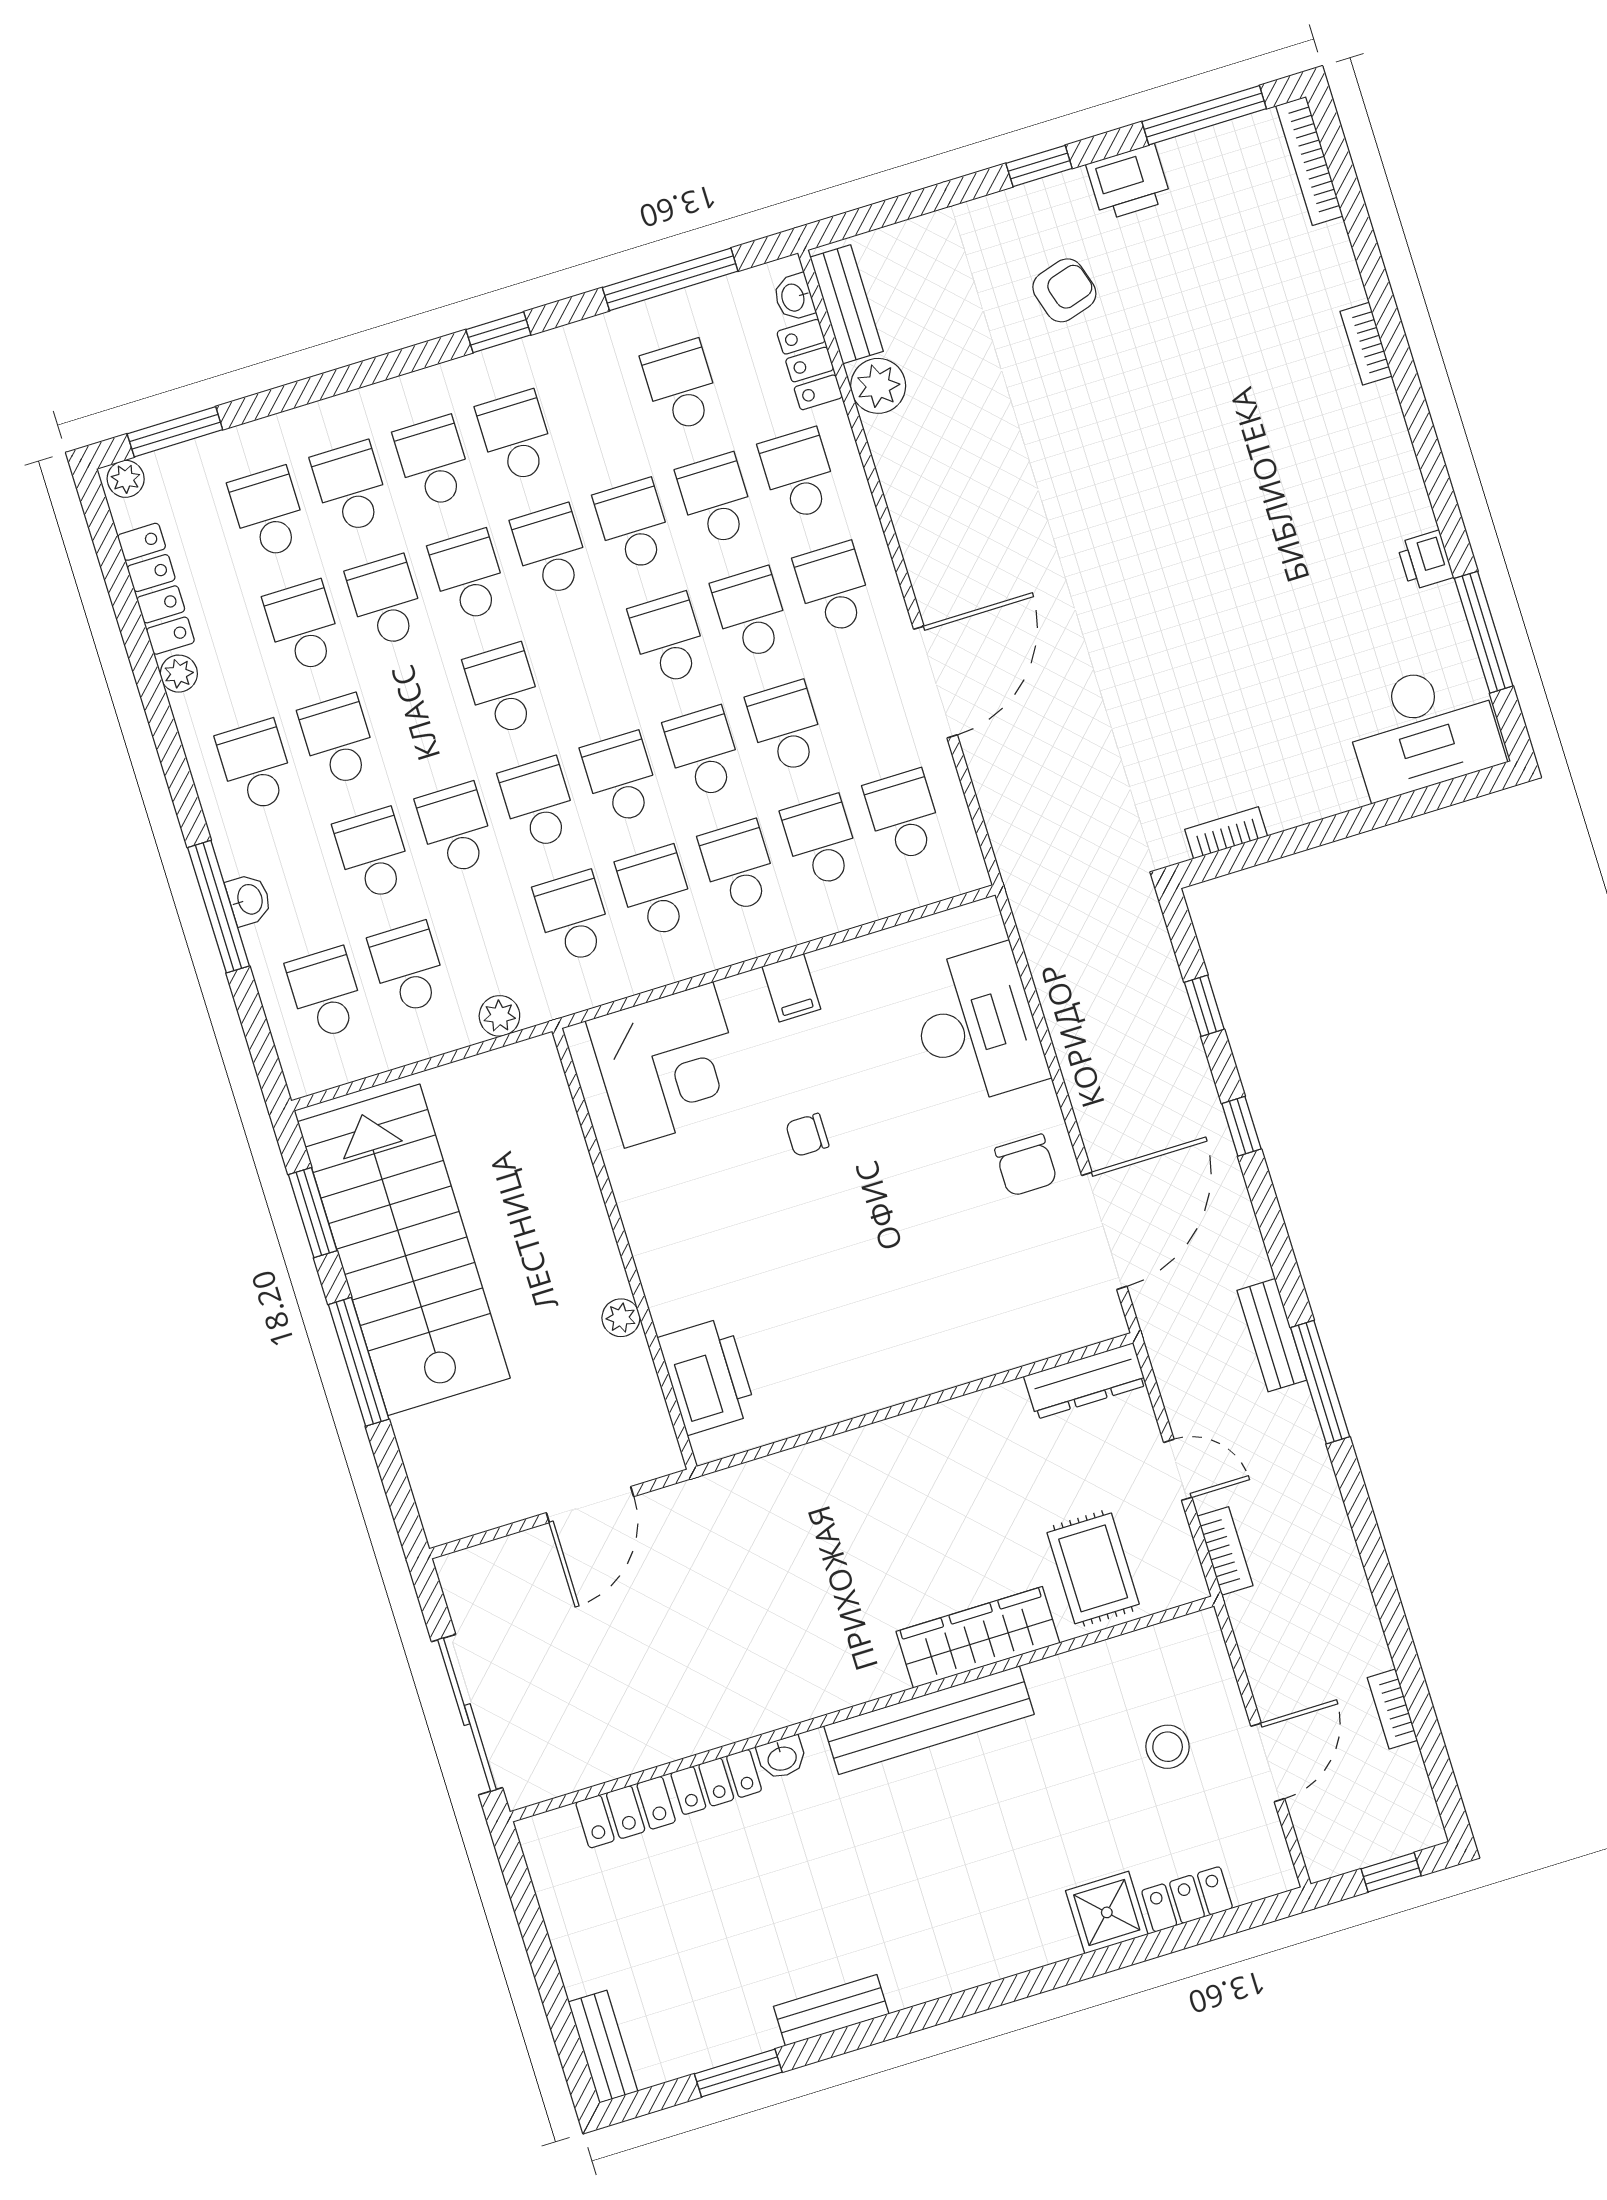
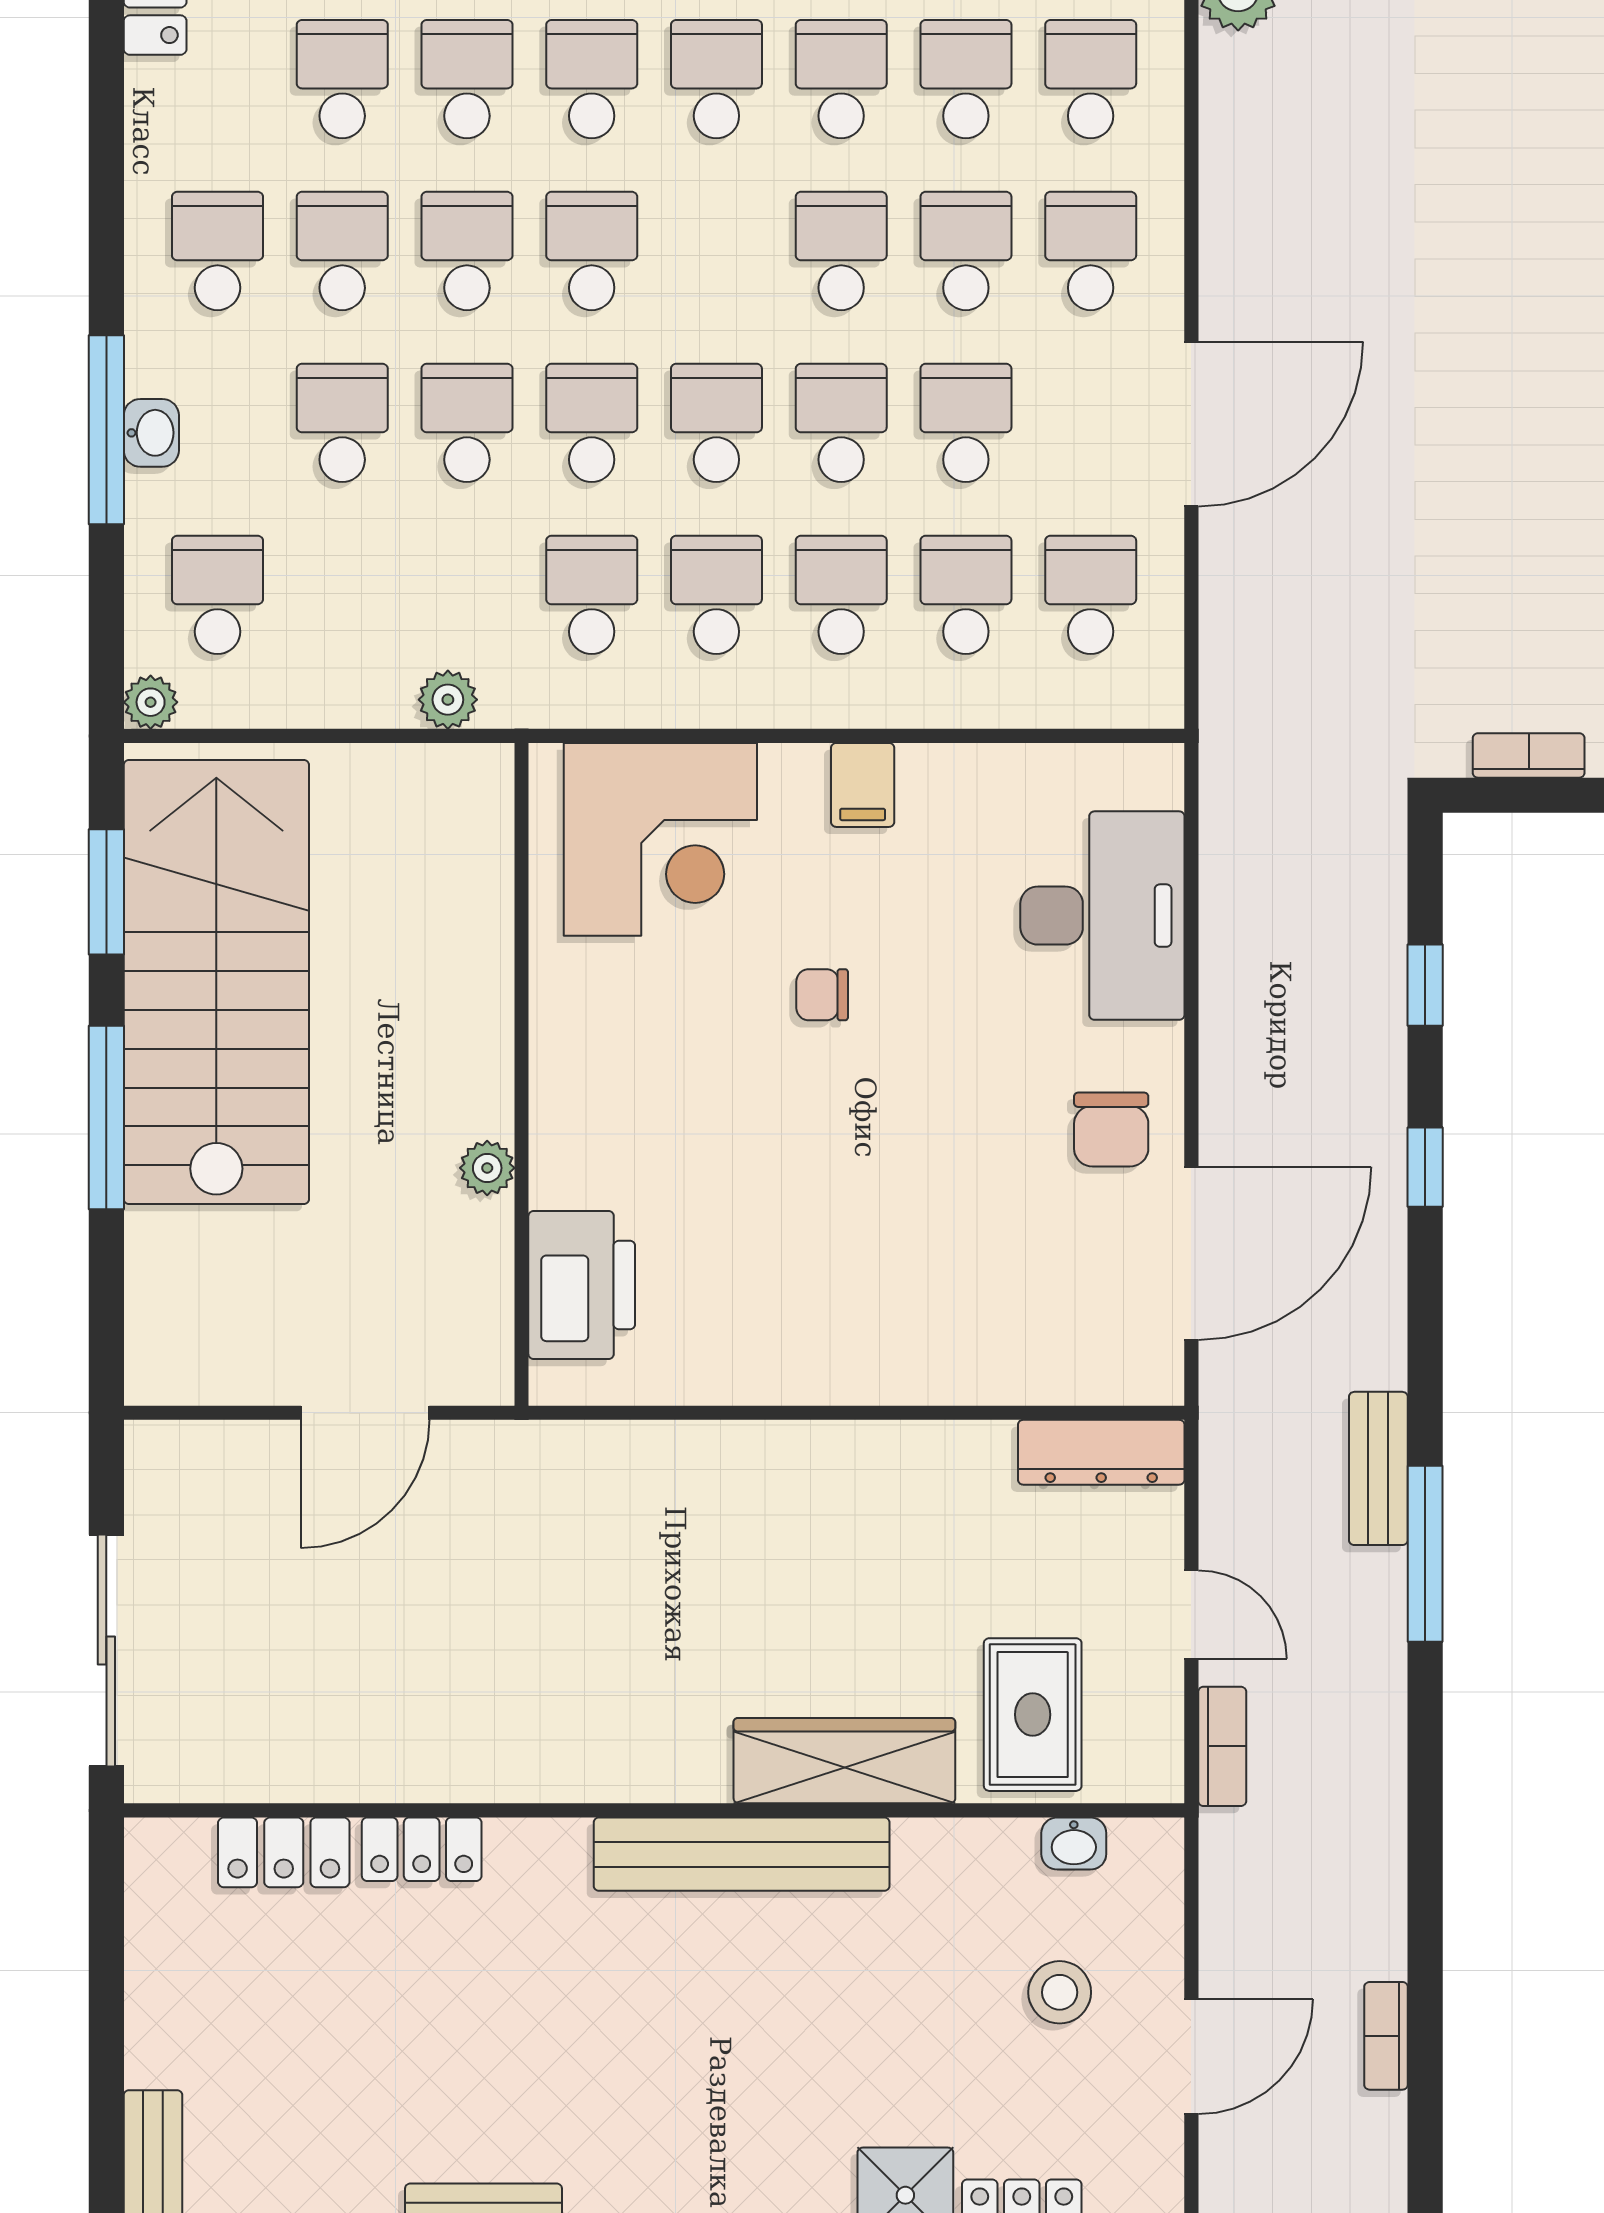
plant: (179, 674) -> (151, 702), moved
school desk: (408, 968) -> (467, 251), moved
washbasin: (782, 1758) -> (1074, 1844), moved

